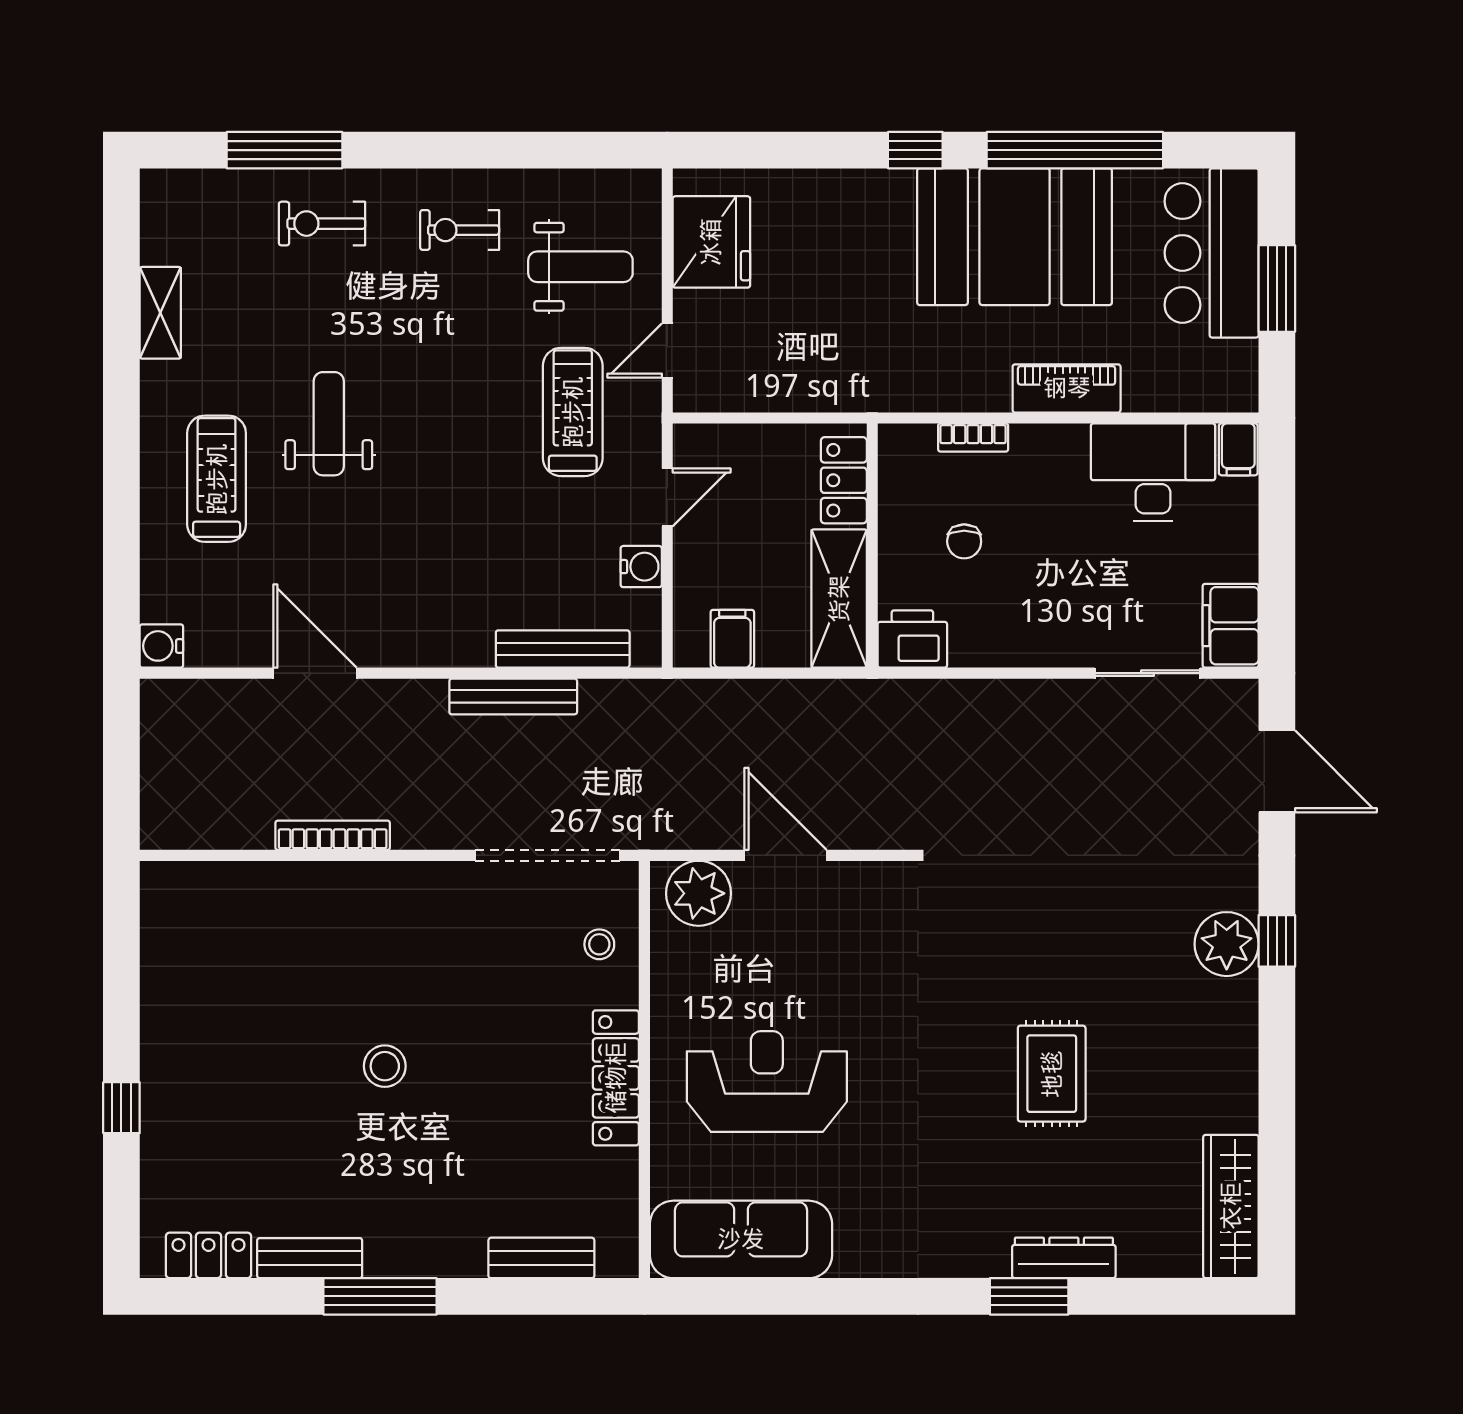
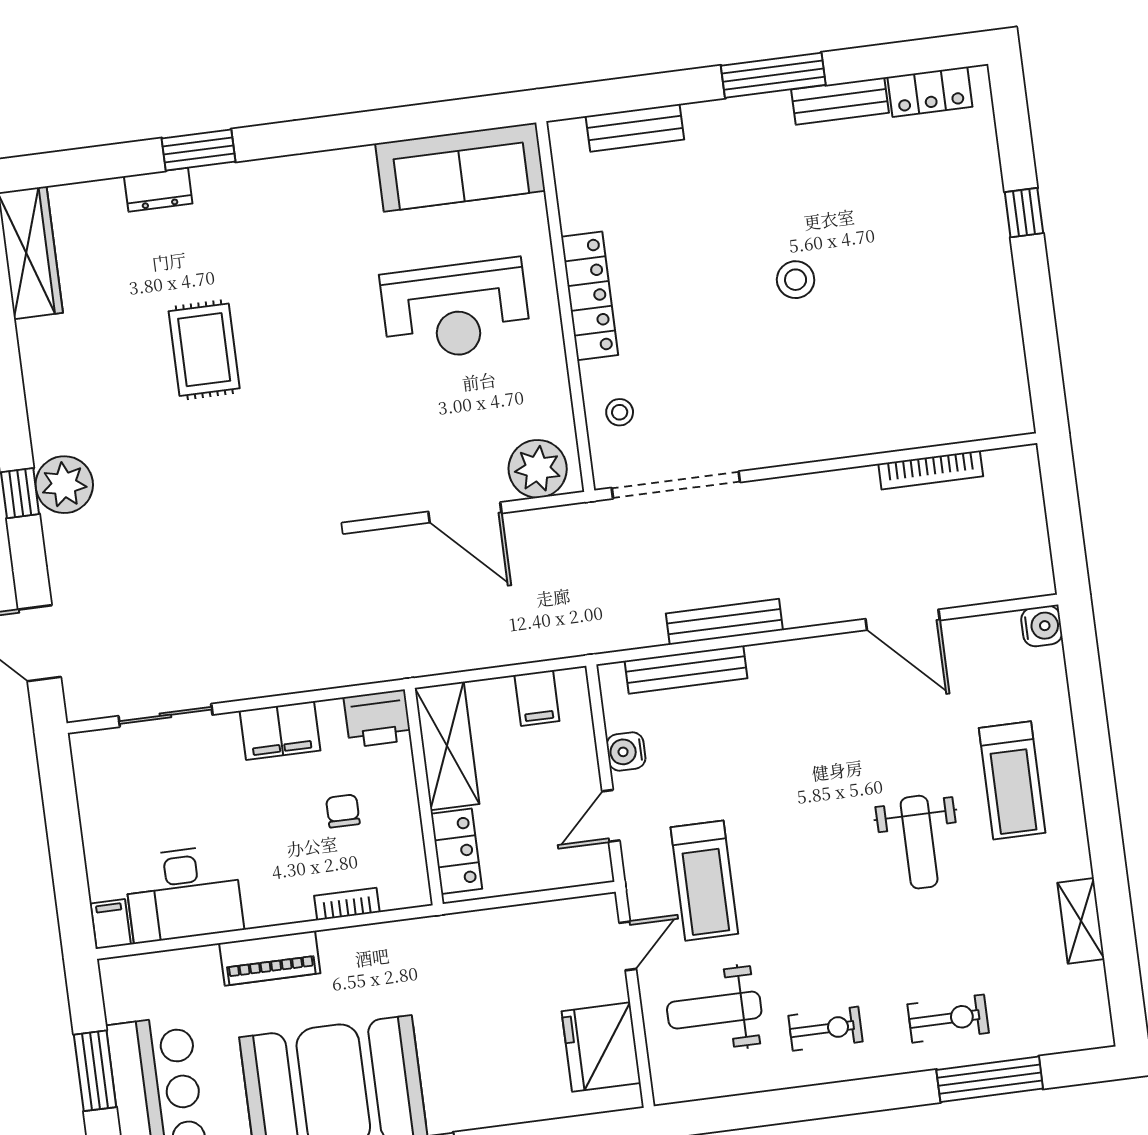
filing cabinet: (1231, 626) -> (280, 731), moved, turned 90
bookcase: (333, 835) -> (931, 470), moved
dresser: (1064, 1258) -> (158, 190), width x0.70

